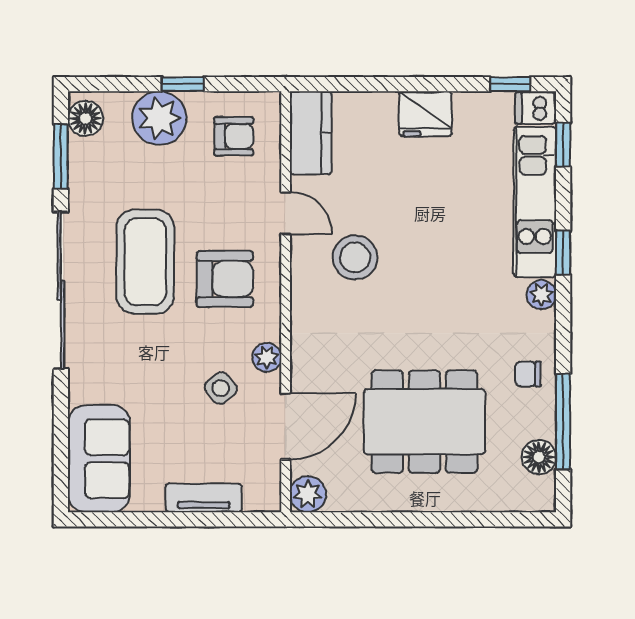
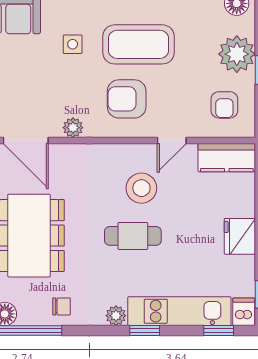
cafe table: (425, 270) -> (133, 236), added
armchair: (225, 279) -> (127, 99), turned 90
chair: (528, 374) -> (62, 306), turned 90
side table: (221, 388) -> (73, 44), moved, turned 38

